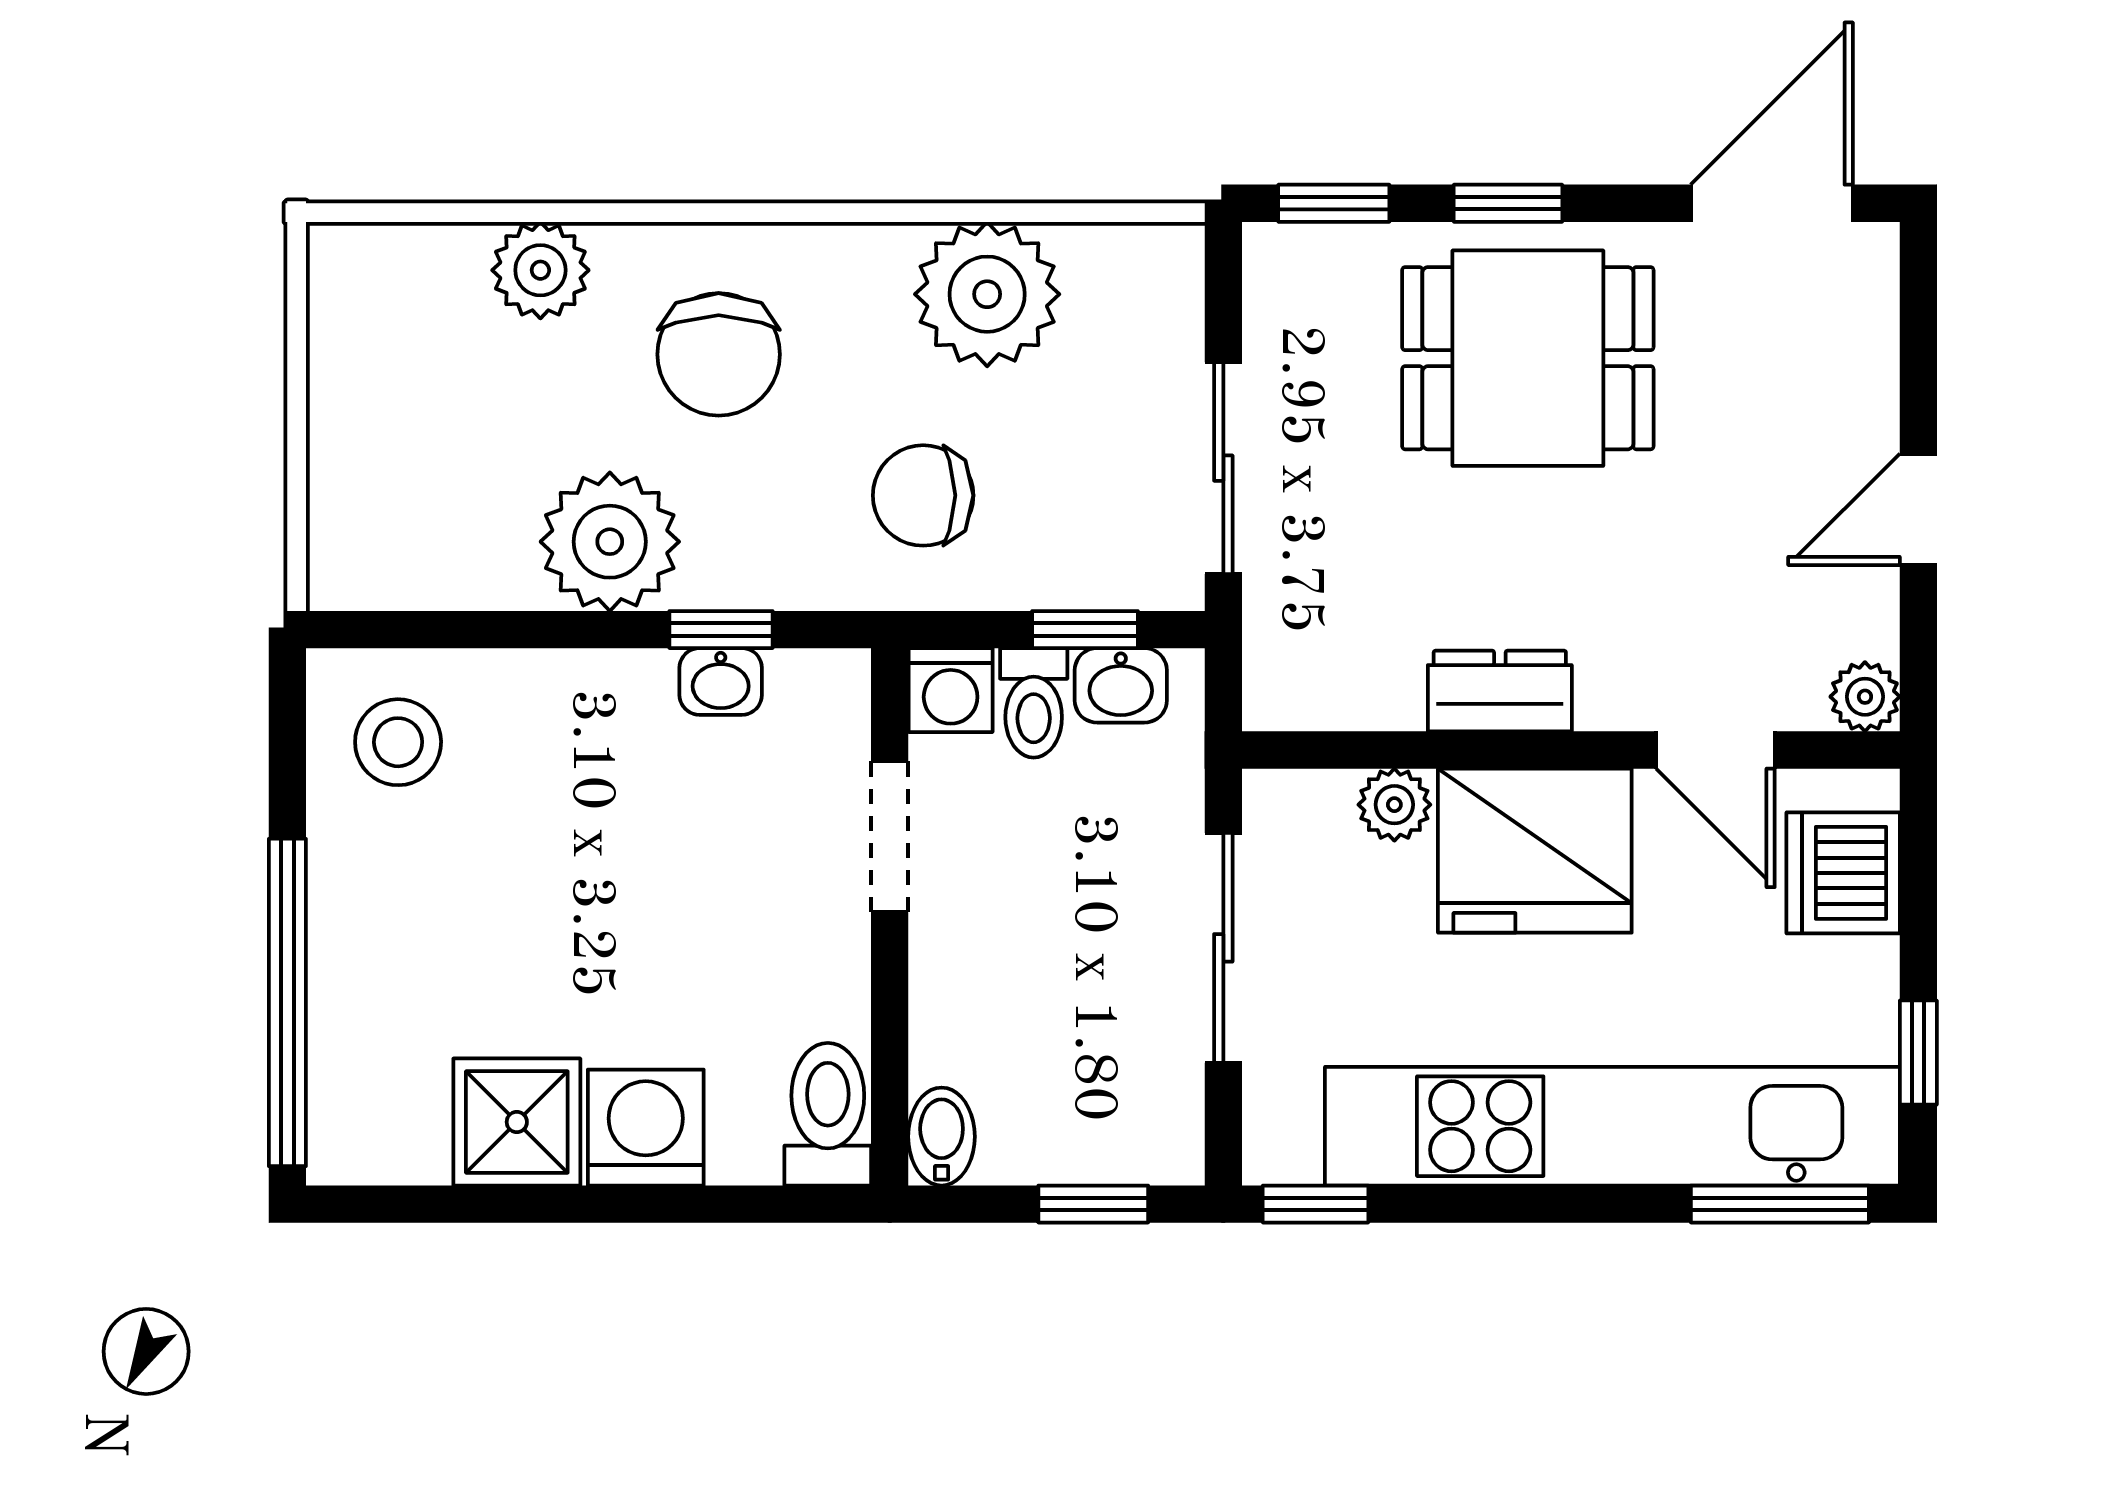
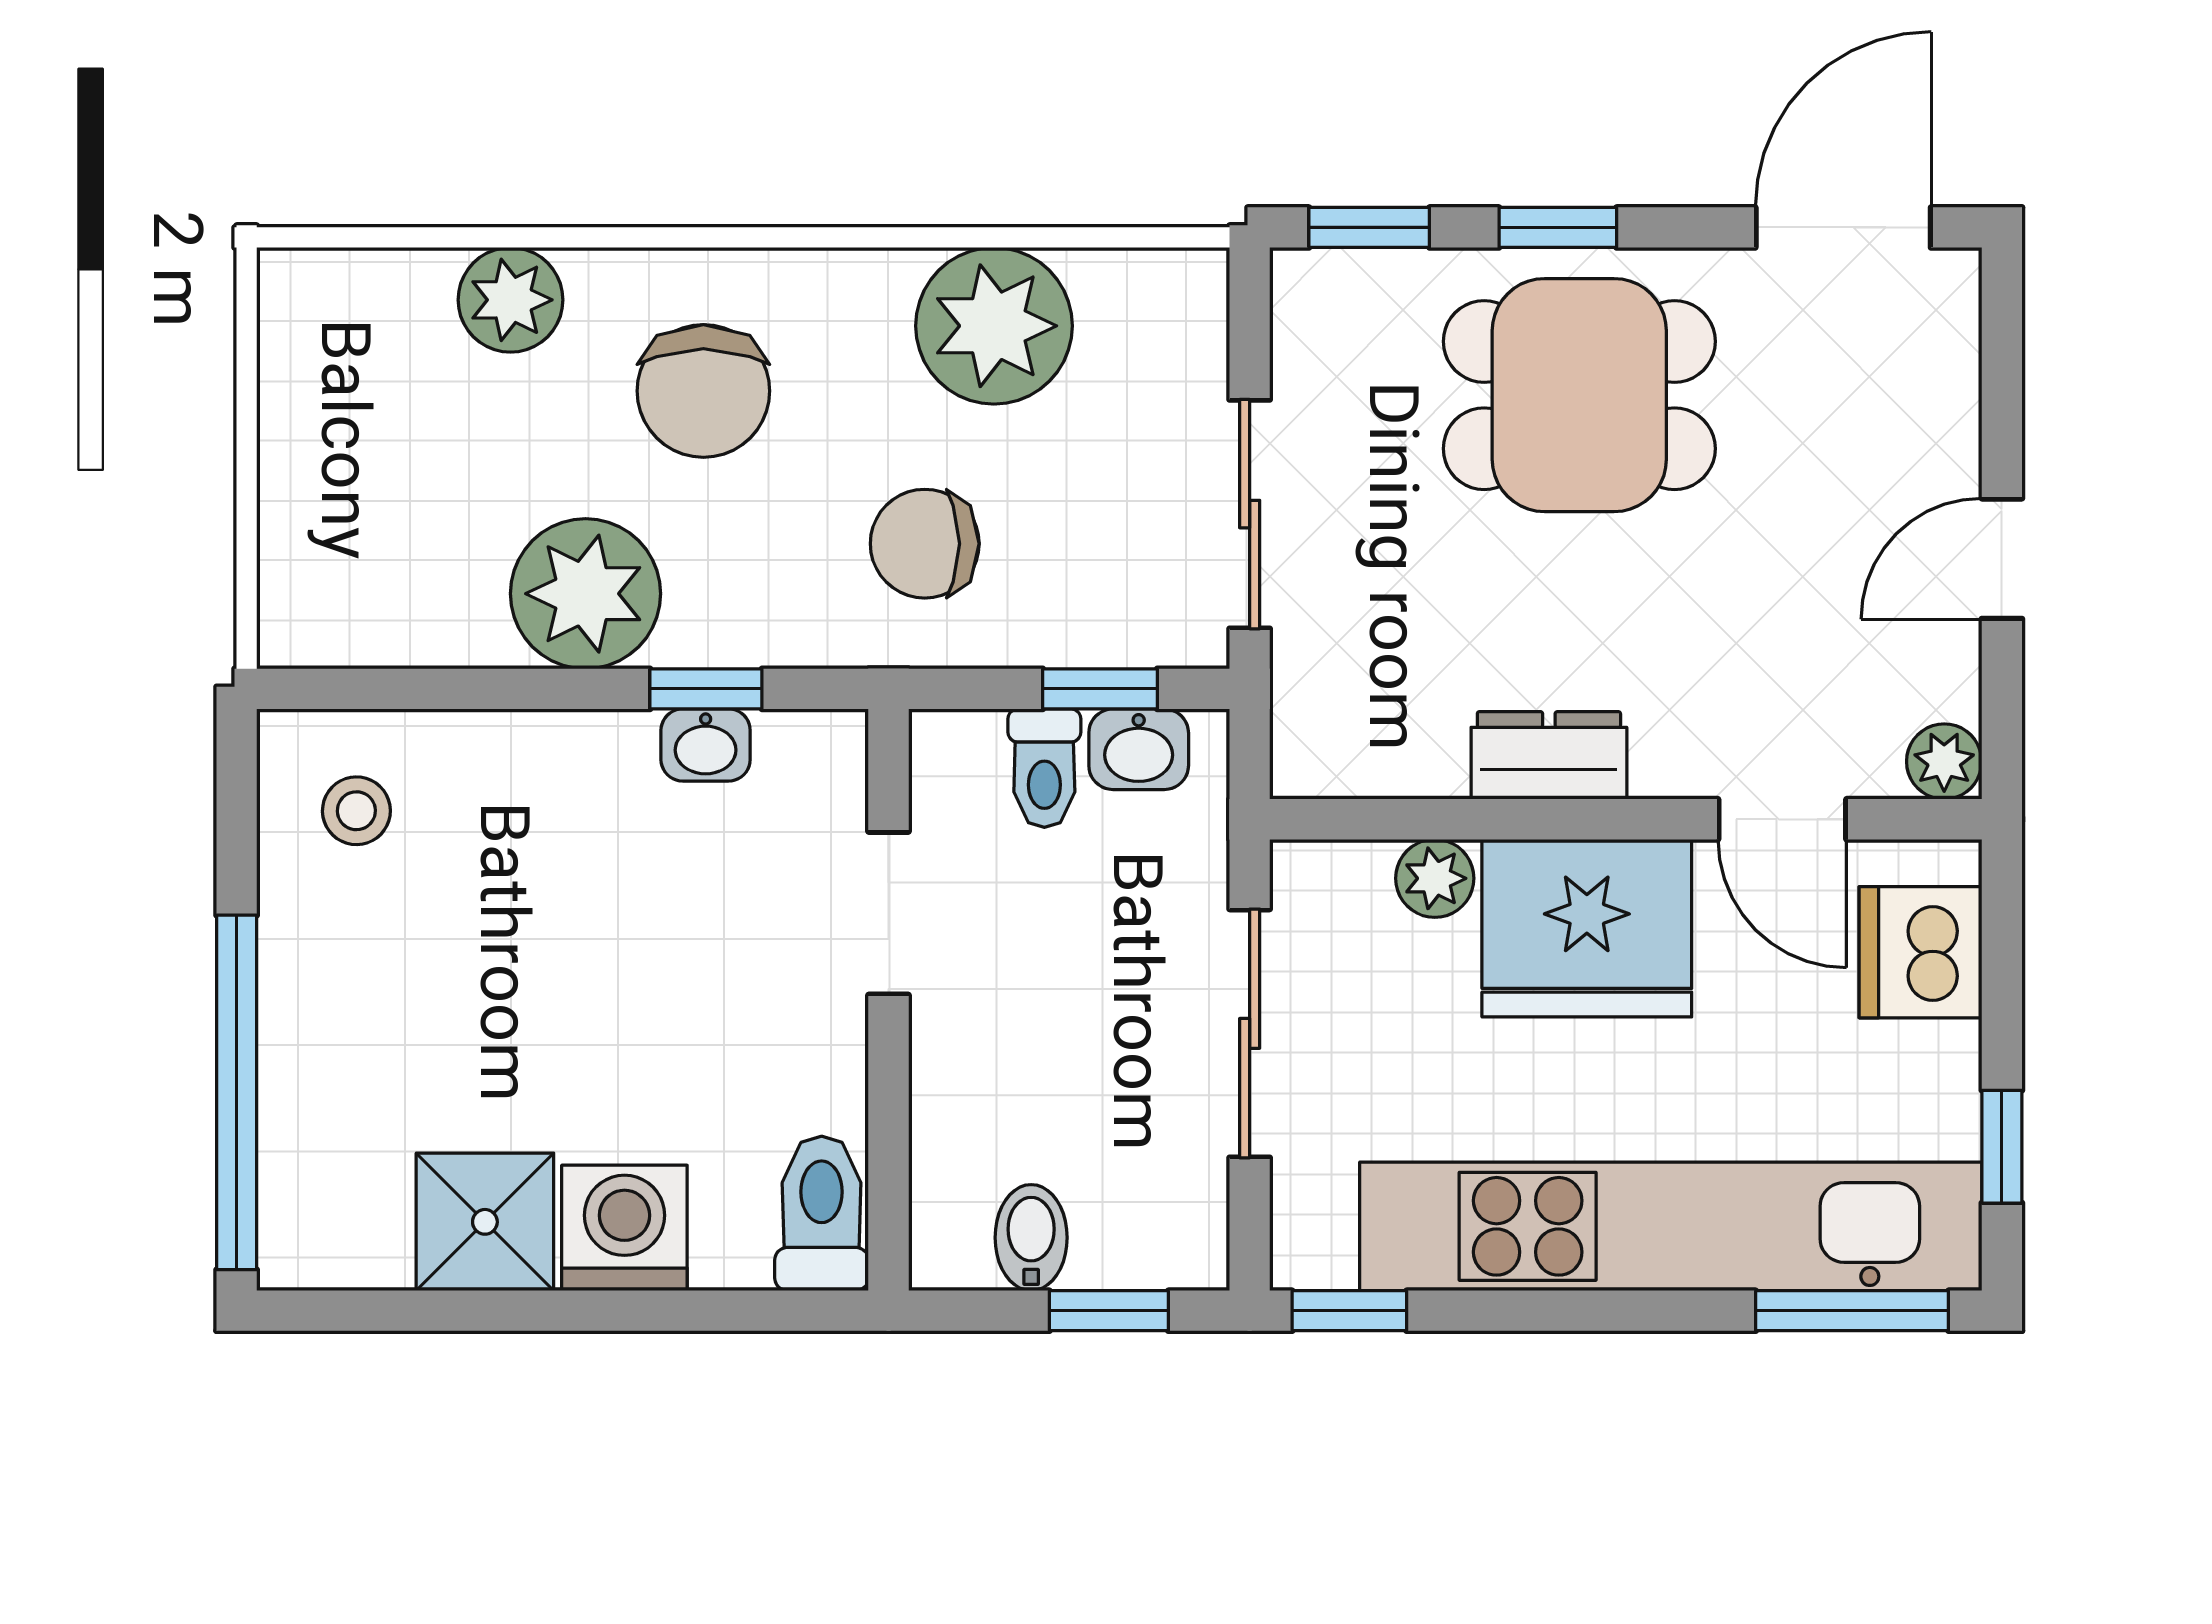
washing machine: (951, 690) -> (954, 754), removed
stool: (398, 742) -> (356, 811), width x0.73, depth x0.73
bidet: (942, 1137) -> (1031, 1238), moved

